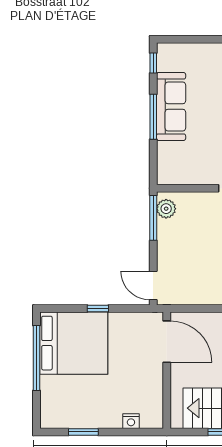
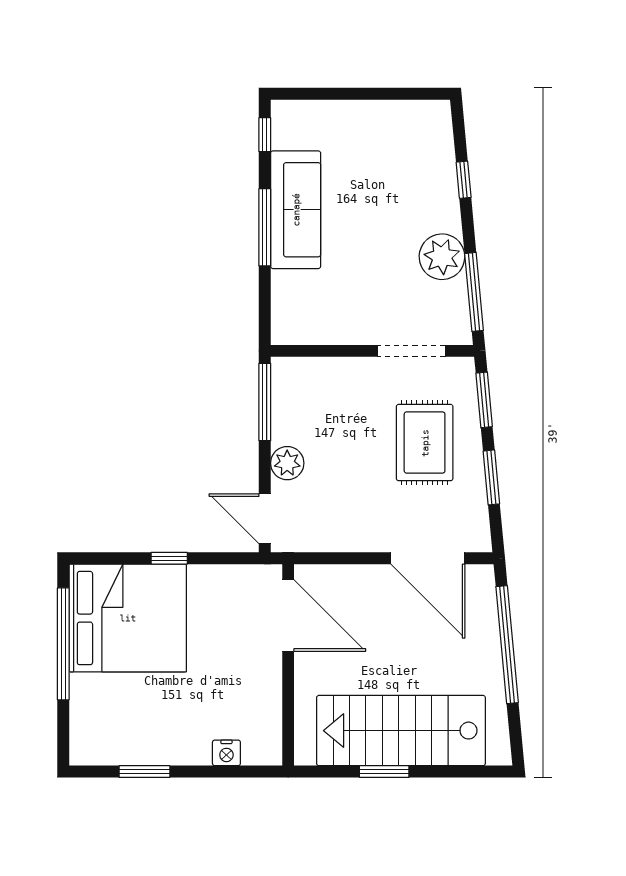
plant: (166, 209) -> (287, 463), moved

